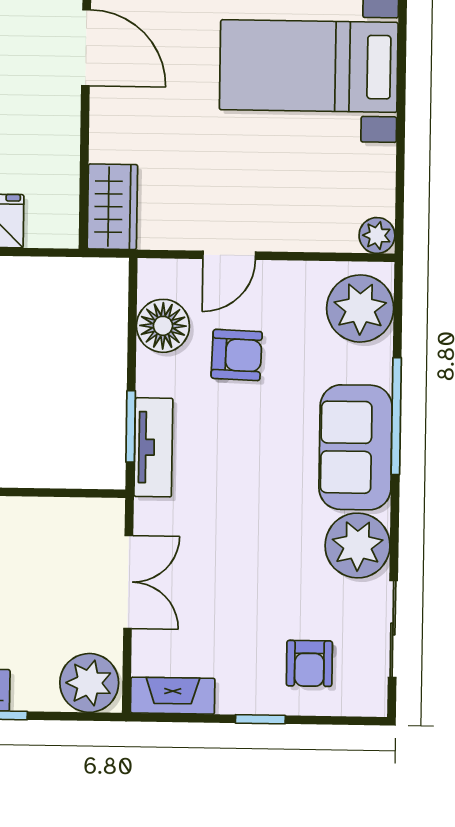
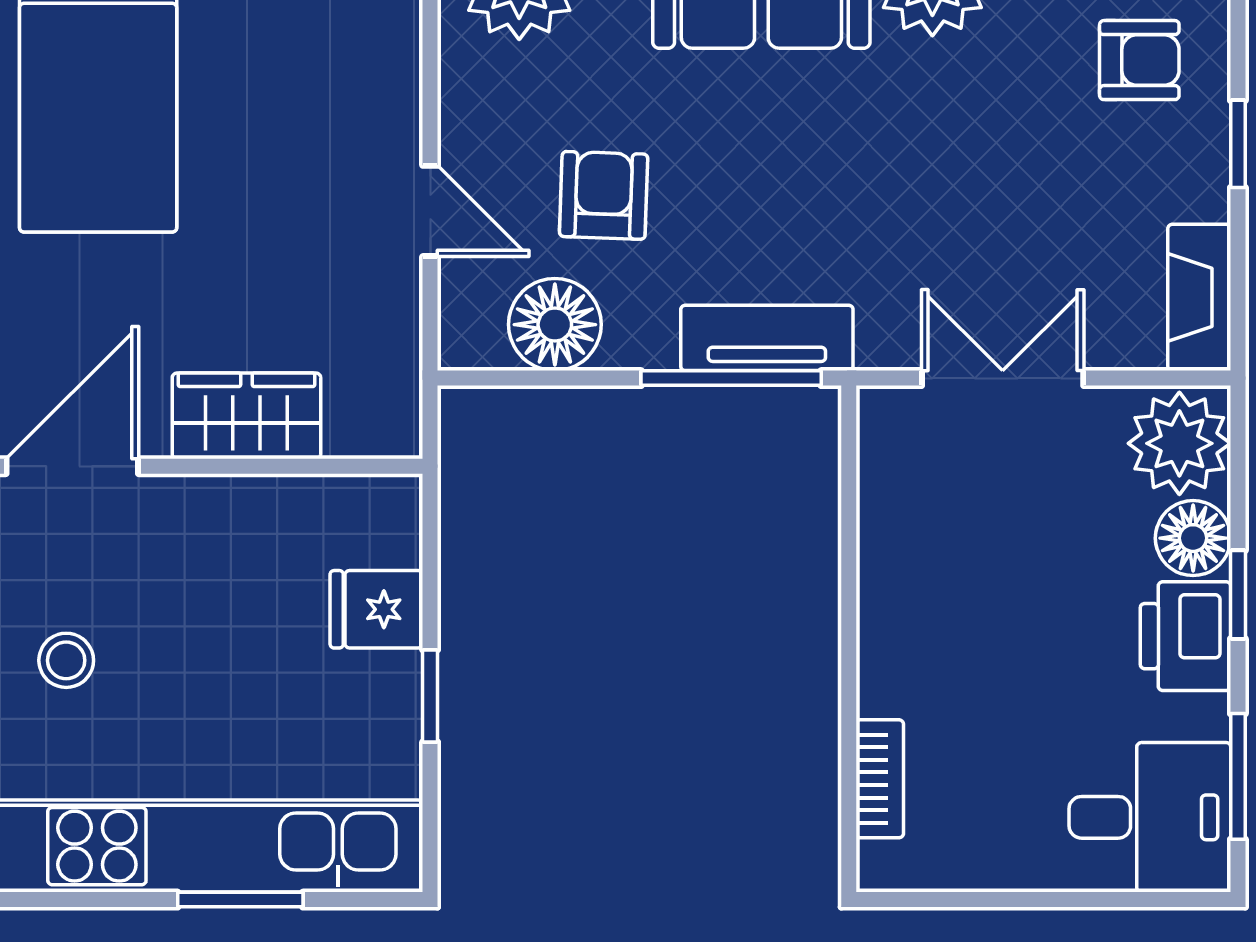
wardrobe: (112, 207) -> (246, 416), moved
window: (131, 426) -> (731, 378), width x1.44
floor lamp: (35, 690) -> (1193, 538), added

